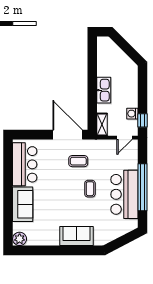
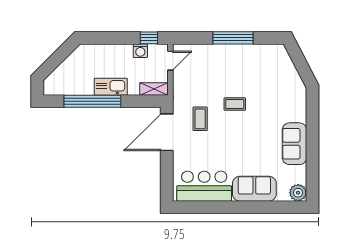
window: (92, 76) -> (92, 101), added
door: (124, 138) -> (170, 61), hinge flipped
window: (143, 187) -> (233, 38), width x0.68
bar counter: (124, 194) -> (242, 61), removed
sofa: (77, 236) -> (294, 144), moved

